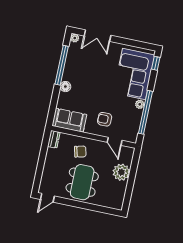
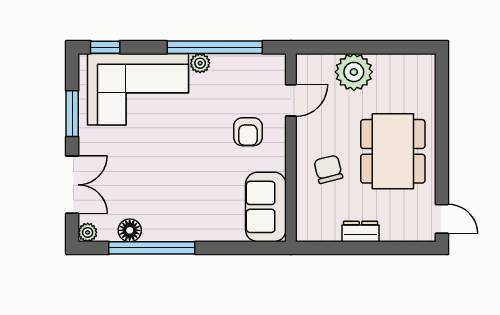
window: (129, 42) -> (72, 114), added
floor lamp: (65, 87) -> (130, 230), moved
dresser: (54, 139) -> (360, 231), moved
dining table: (82, 182) -> (393, 151), turned 90

